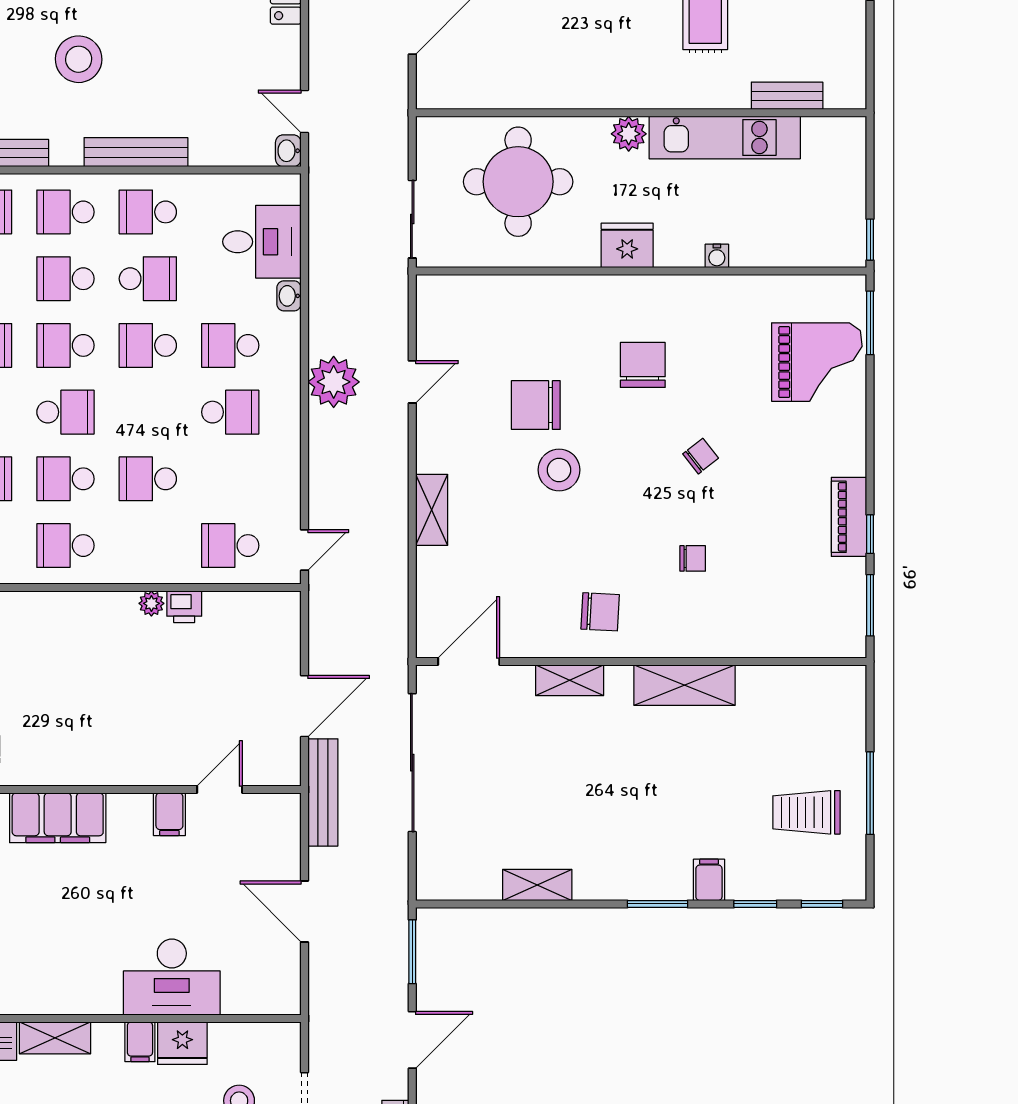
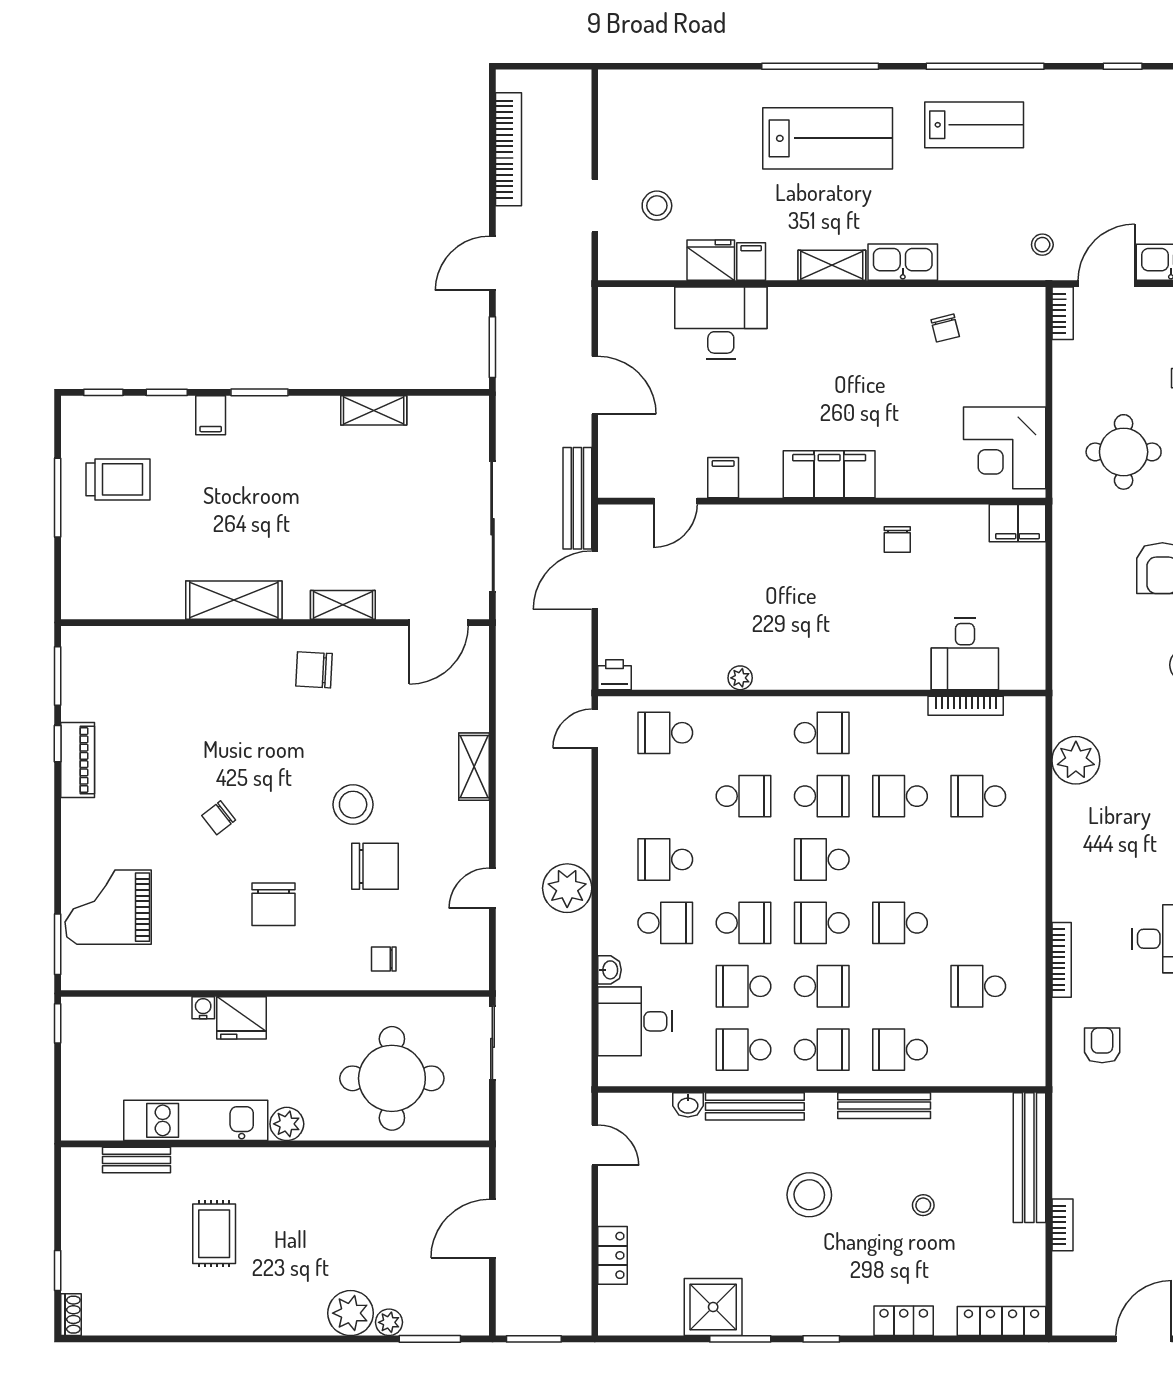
washbasin: (288, 151) -> (688, 1105), moved, turned 90
school desk: (148, 212) -> (744, 1050), turned 180
fridge: (627, 245) -> (241, 1018), moved
school desk: (65, 345) -> (822, 923), turned 180
school desk: (230, 546) -> (665, 733), turned 180
chair: (693, 558) -> (384, 959), moved
printer: (184, 607) -> (615, 675), moved

